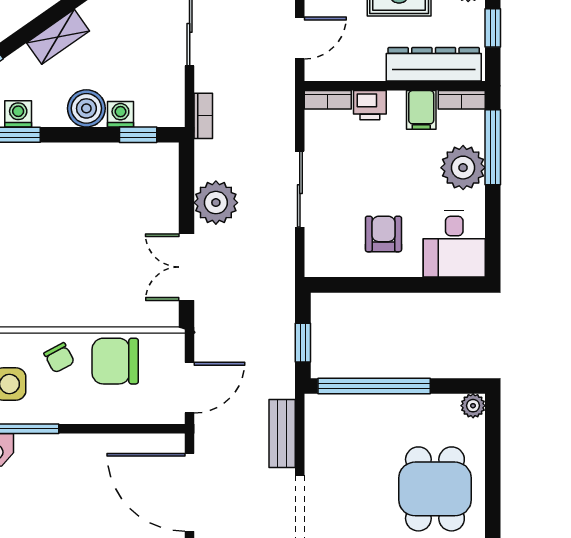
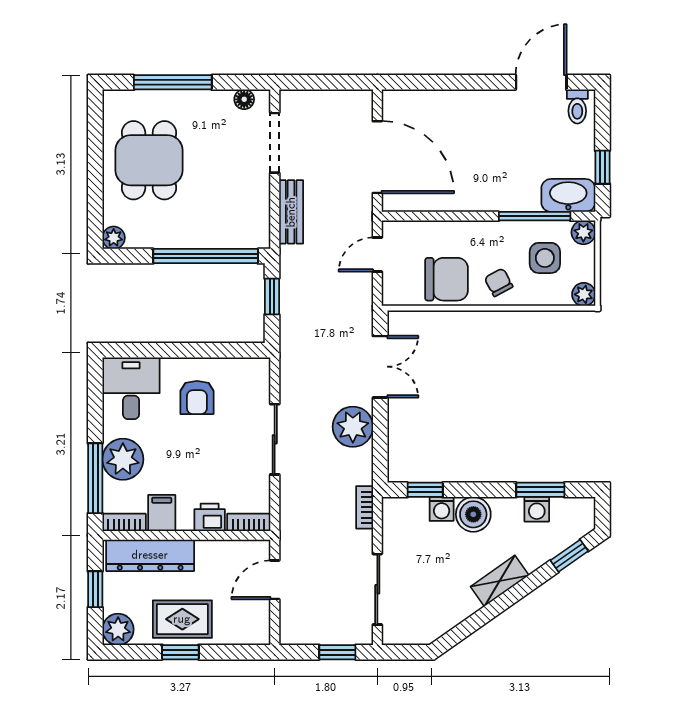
door: (190, 388) -> (377, 255), width x0.73

